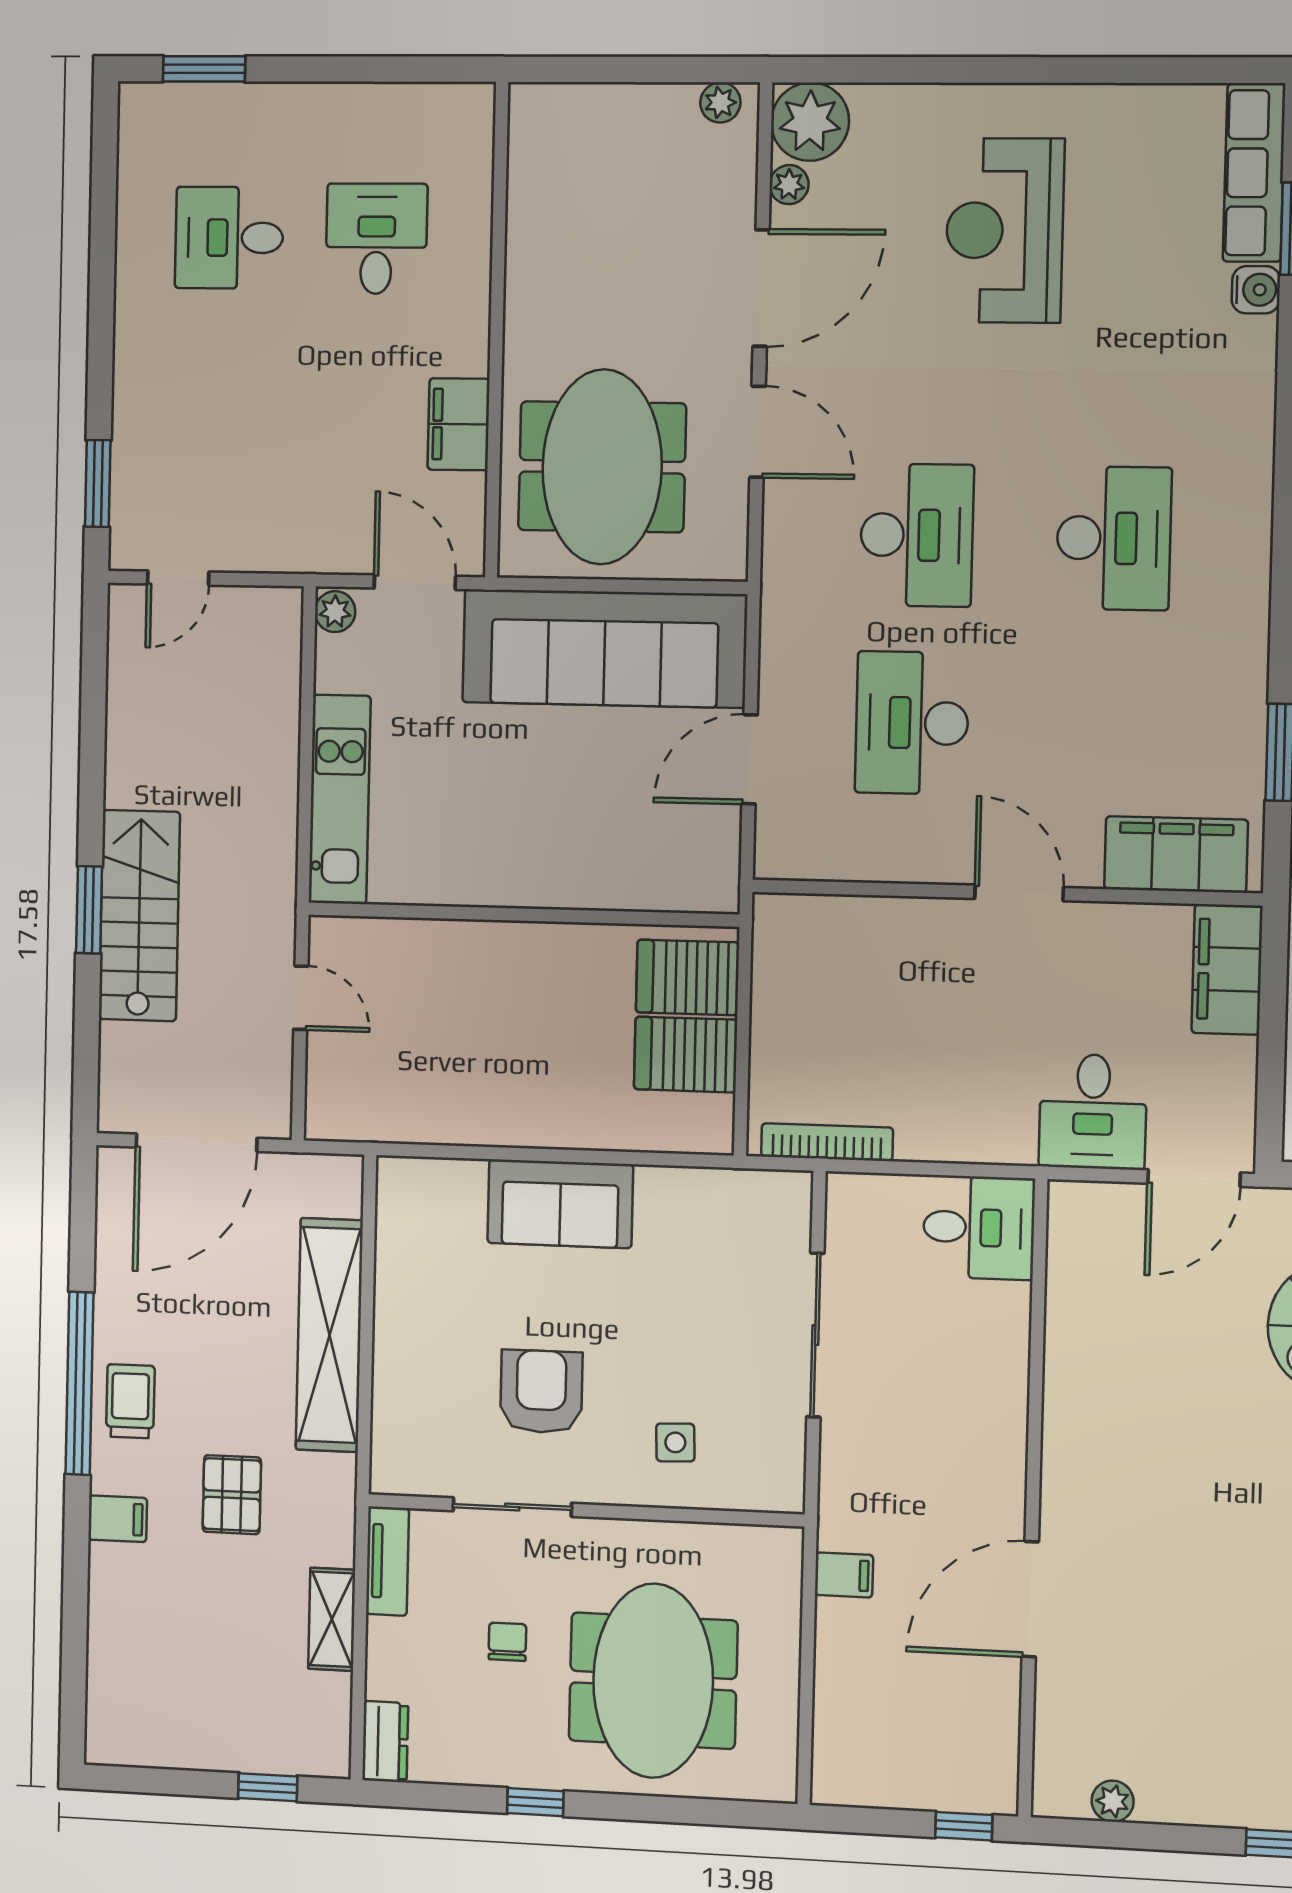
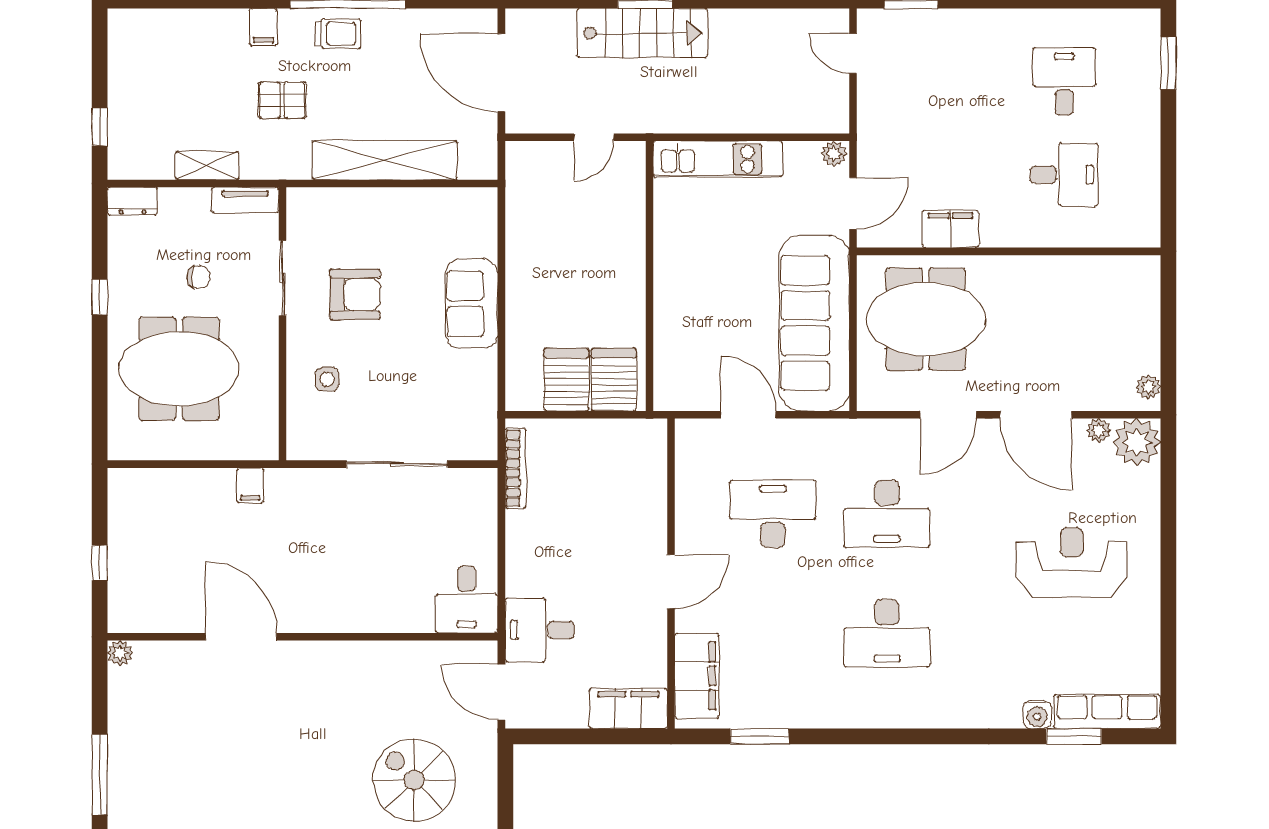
desk: (979, 1228) -> (467, 599), moved
wall: (1033, 1499) -> (303, 637), moved
door: (1030, 1599) -> (241, 637), moved

